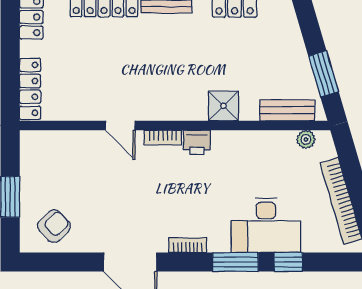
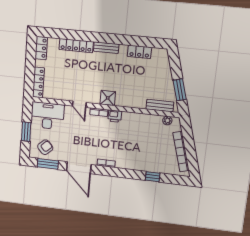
shower: (223, 106) -> (108, 98), moved
desk: (266, 225) -> (47, 116), moved, turned 180
window: (235, 262) -> (48, 164), moved

